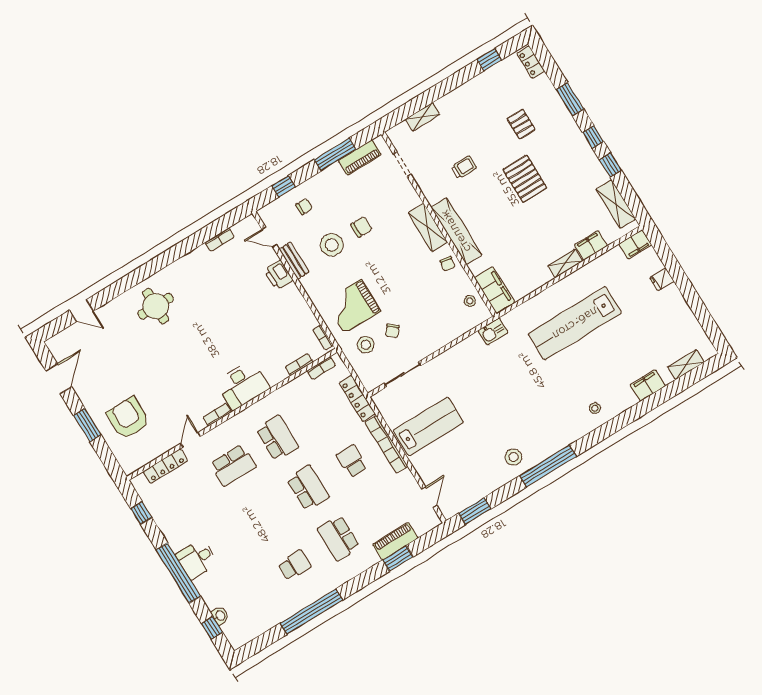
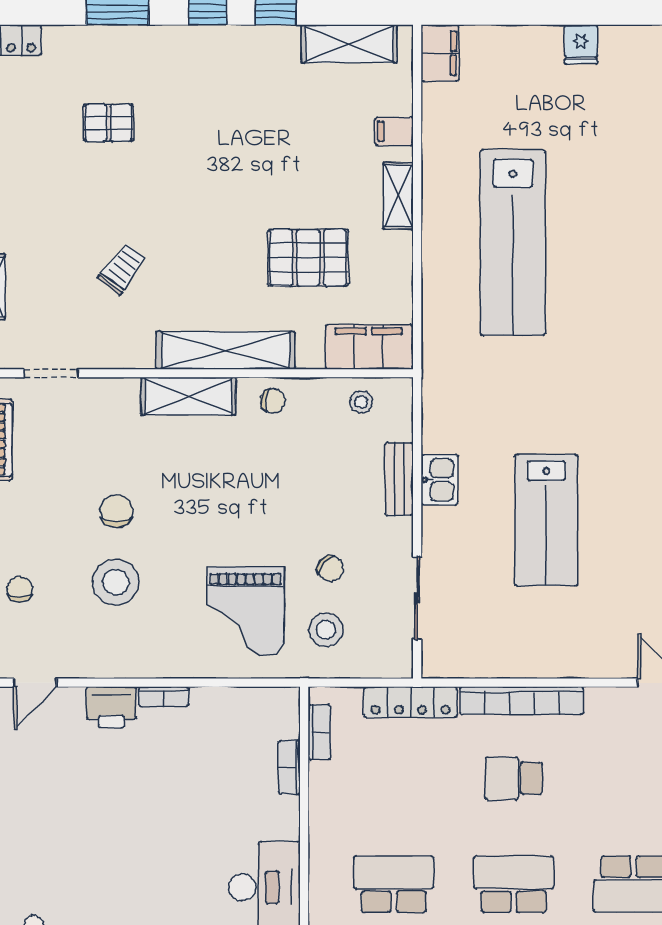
trolley: (464, 167) -> (122, 269), turned 37
pallet: (525, 179) -> (308, 258), moved
filing cabinet: (591, 245) -> (394, 131), width x0.50
bench: (294, 261) -> (399, 479), moved, turned 90
fridge: (662, 279) -> (581, 44), moved
kitchen sink: (493, 332) -> (440, 480), moved
bookcase: (323, 338) -> (164, 696), moved
lab bench: (428, 426) -> (546, 520), moved, turned 180

